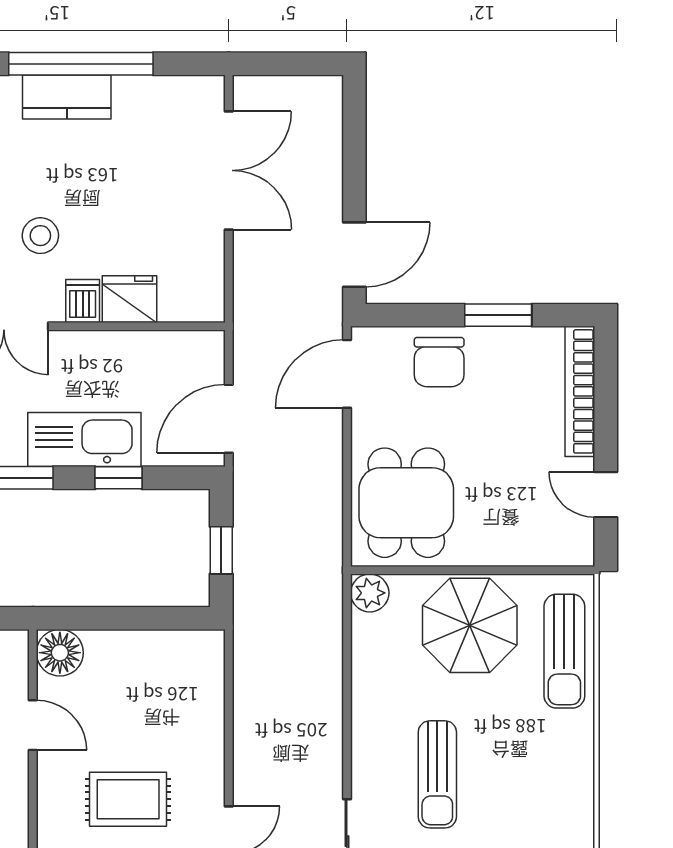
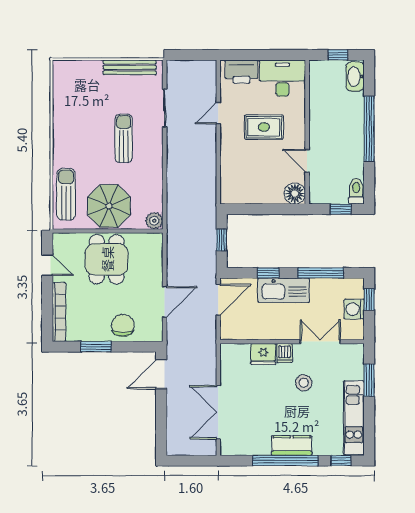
door: (347, 374) -> (165, 302), moved
dining table: (406, 503) -> (107, 259), moved

